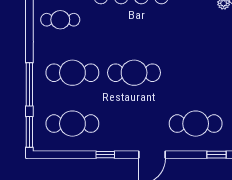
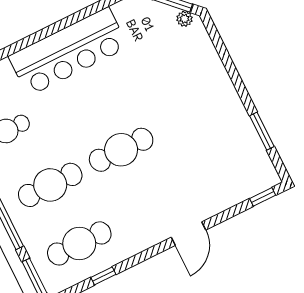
cafe table: (196, 124) -> (221, 173), removed
window: (105, 155) -> (103, 276), moved

